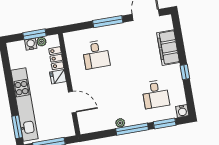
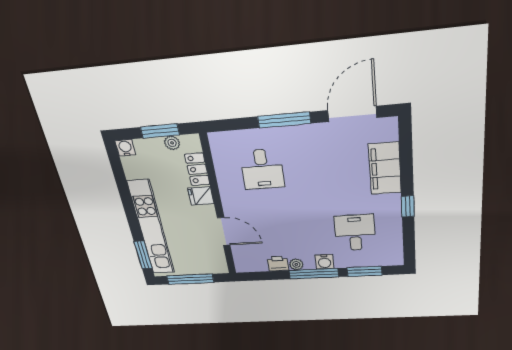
water cooler: (31, 44) -> (125, 148), moved
desk: (155, 94) -> (355, 233), turned 180
water cooler: (182, 111) -> (324, 262), moved
printer: (108, 124) -> (278, 264), added

